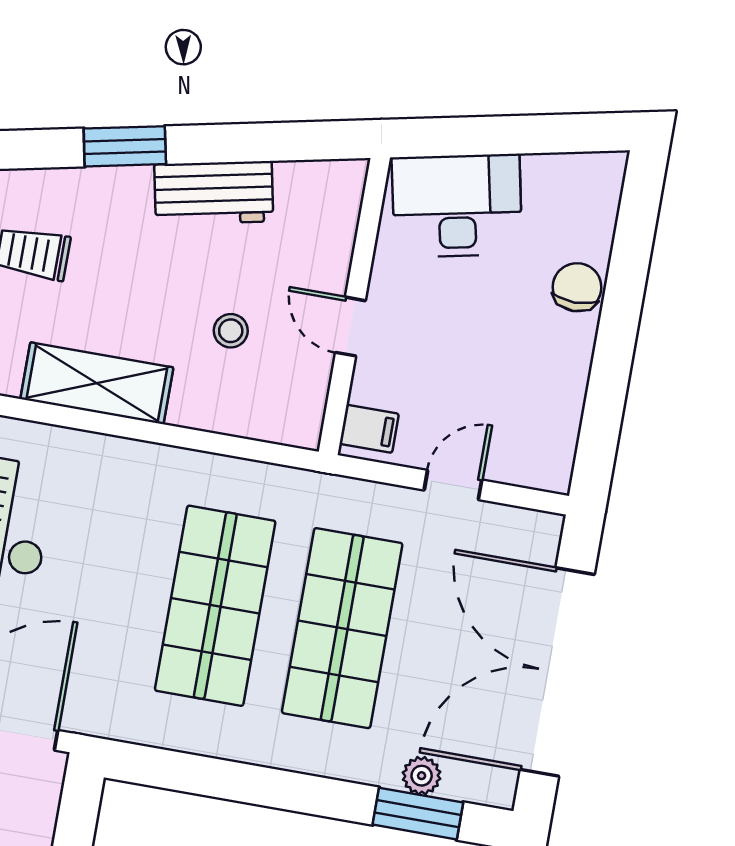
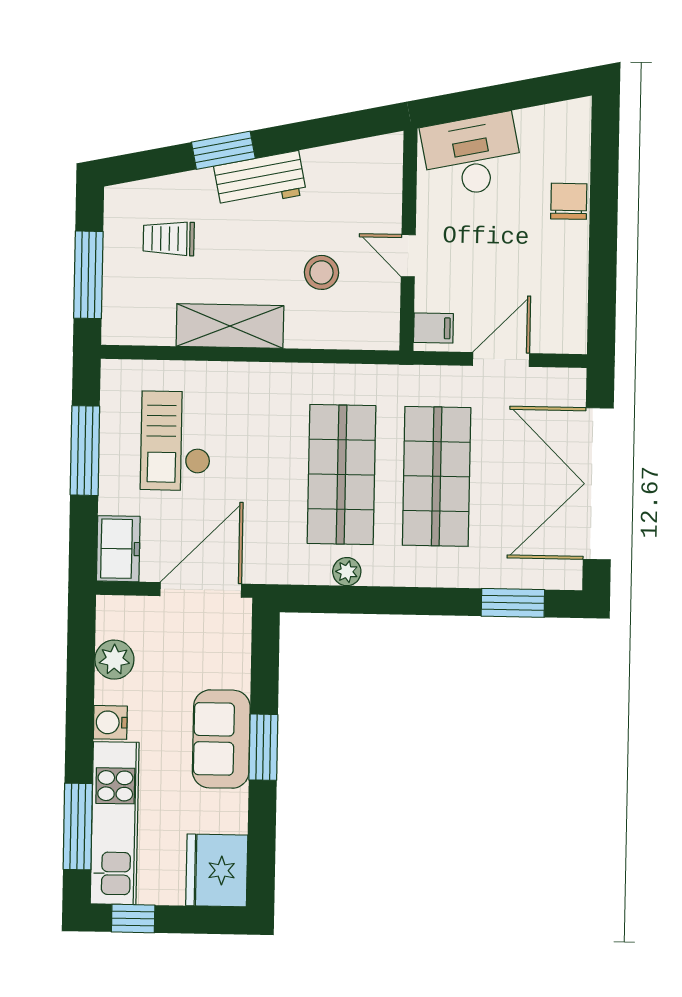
workbench: (214, 193) -> (260, 180), moved
stool: (231, 331) -> (321, 272), width x1.37, depth x1.37
door: (453, 485) -> (501, 360), width x1.38
plant: (422, 776) -> (347, 572), moved

